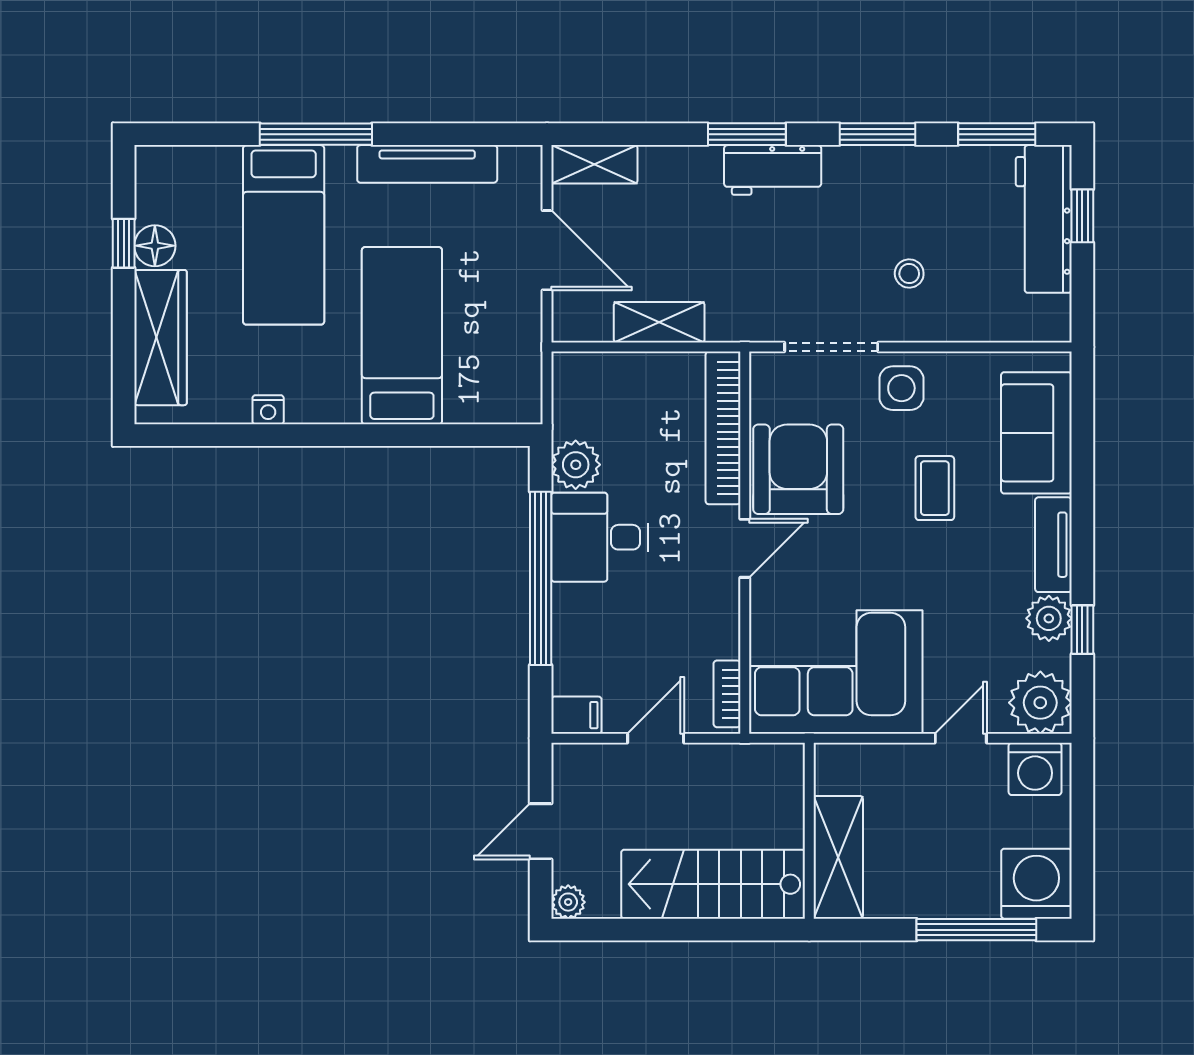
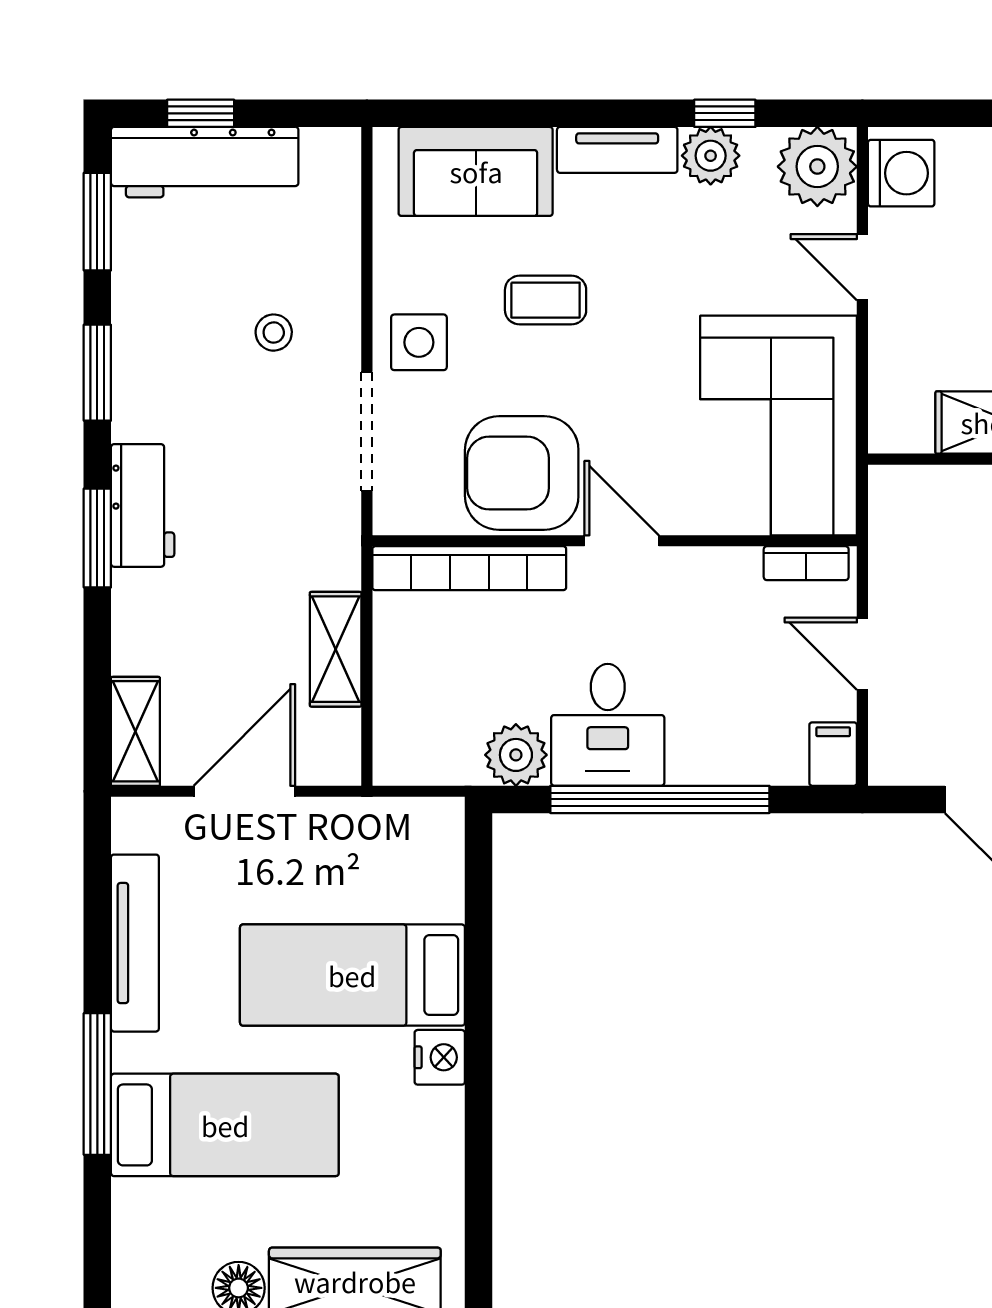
nightstand: (268, 410) -> (440, 1057), moved, width x1.39, depth x1.35

